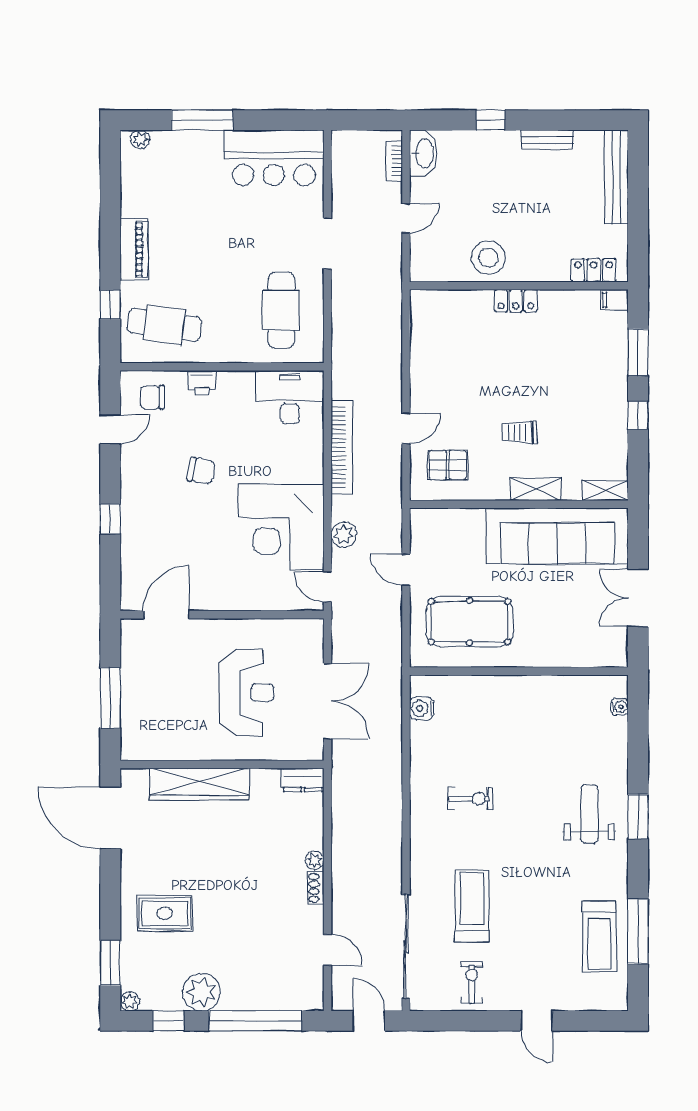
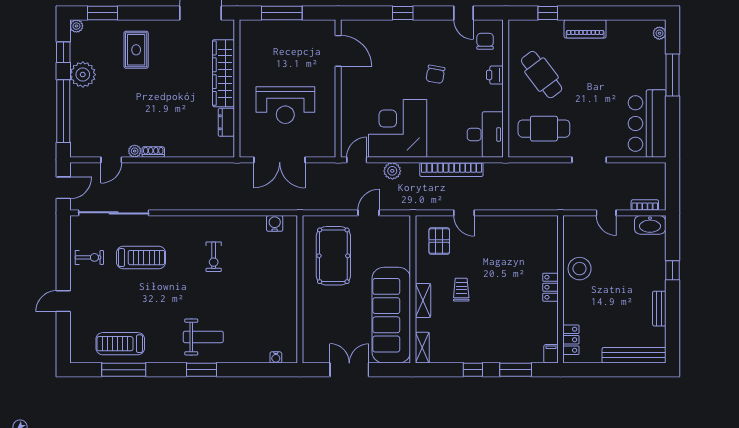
cafe table: (164, 325) -> (542, 75), moved, turned -45
dresser: (303, 780) -> (226, 122), moved
plant: (315, 860) -> (135, 151), moved

